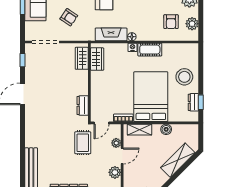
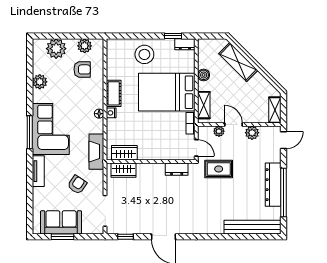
fireplace: (111, 34) -> (96, 152), moved
dresser: (193, 102) -> (185, 44), moved

